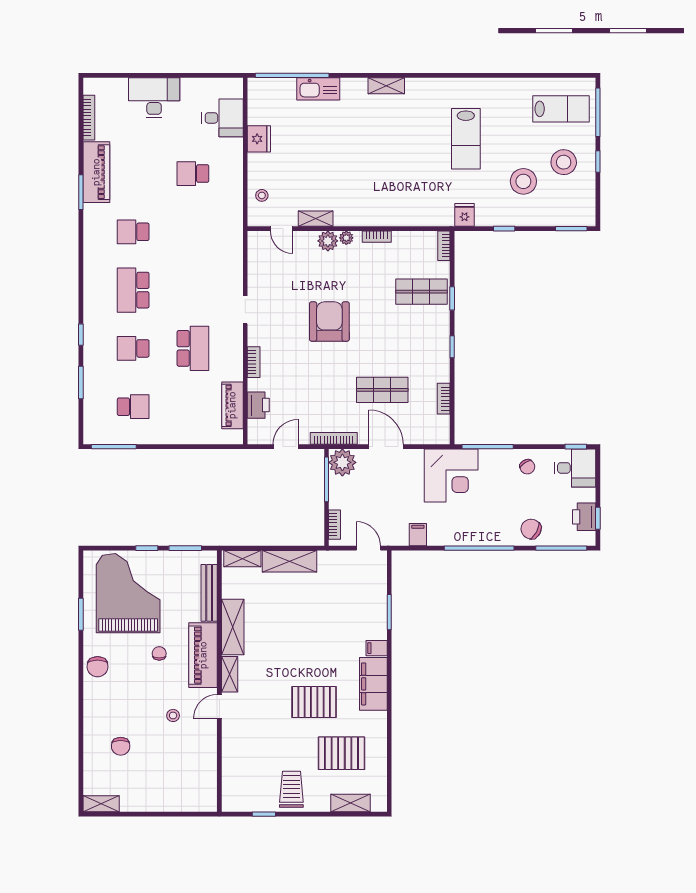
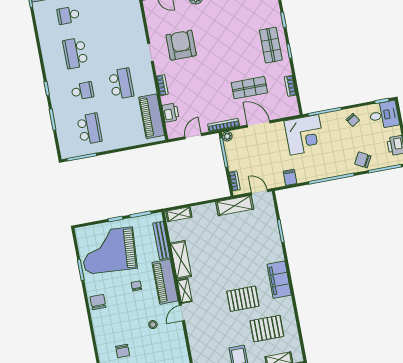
shop shelf: (421, 292) -> (271, 45), moved, turned 90
armchair: (329, 322) -> (181, 45), moved
school desk: (133, 348) -> (82, 91), turned 180
piano: (232, 405) -> (152, 116), width x1.37, depth x1.33
school desk: (133, 407) -> (89, 129), width x1.85
plant: (342, 462) -> (227, 136), width x0.53, depth x0.53
shelving: (289, 561) -> (235, 206), moved
grand piano: (128, 593) -> (109, 251), turned -86
filing cabinet: (377, 648) -> (277, 256), removed
chair: (98, 667) -> (98, 302), turned 180

